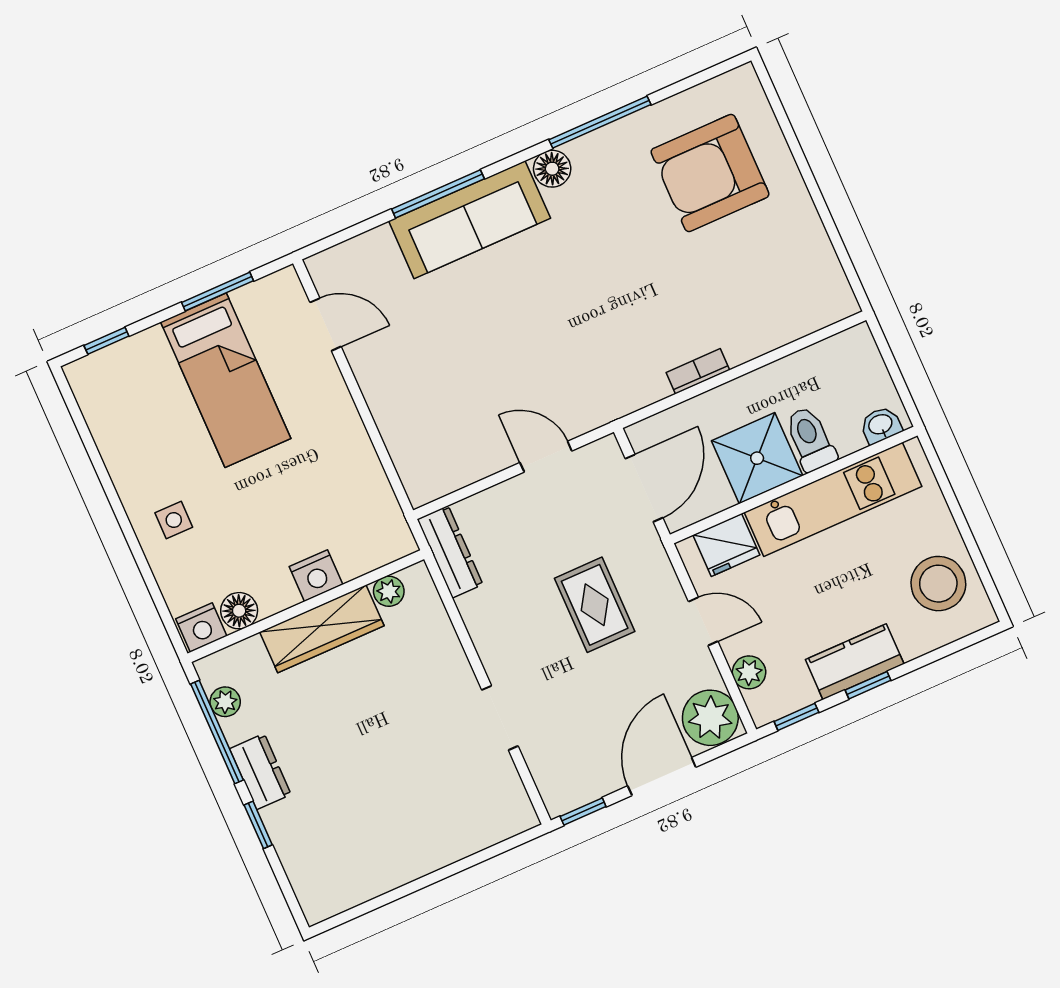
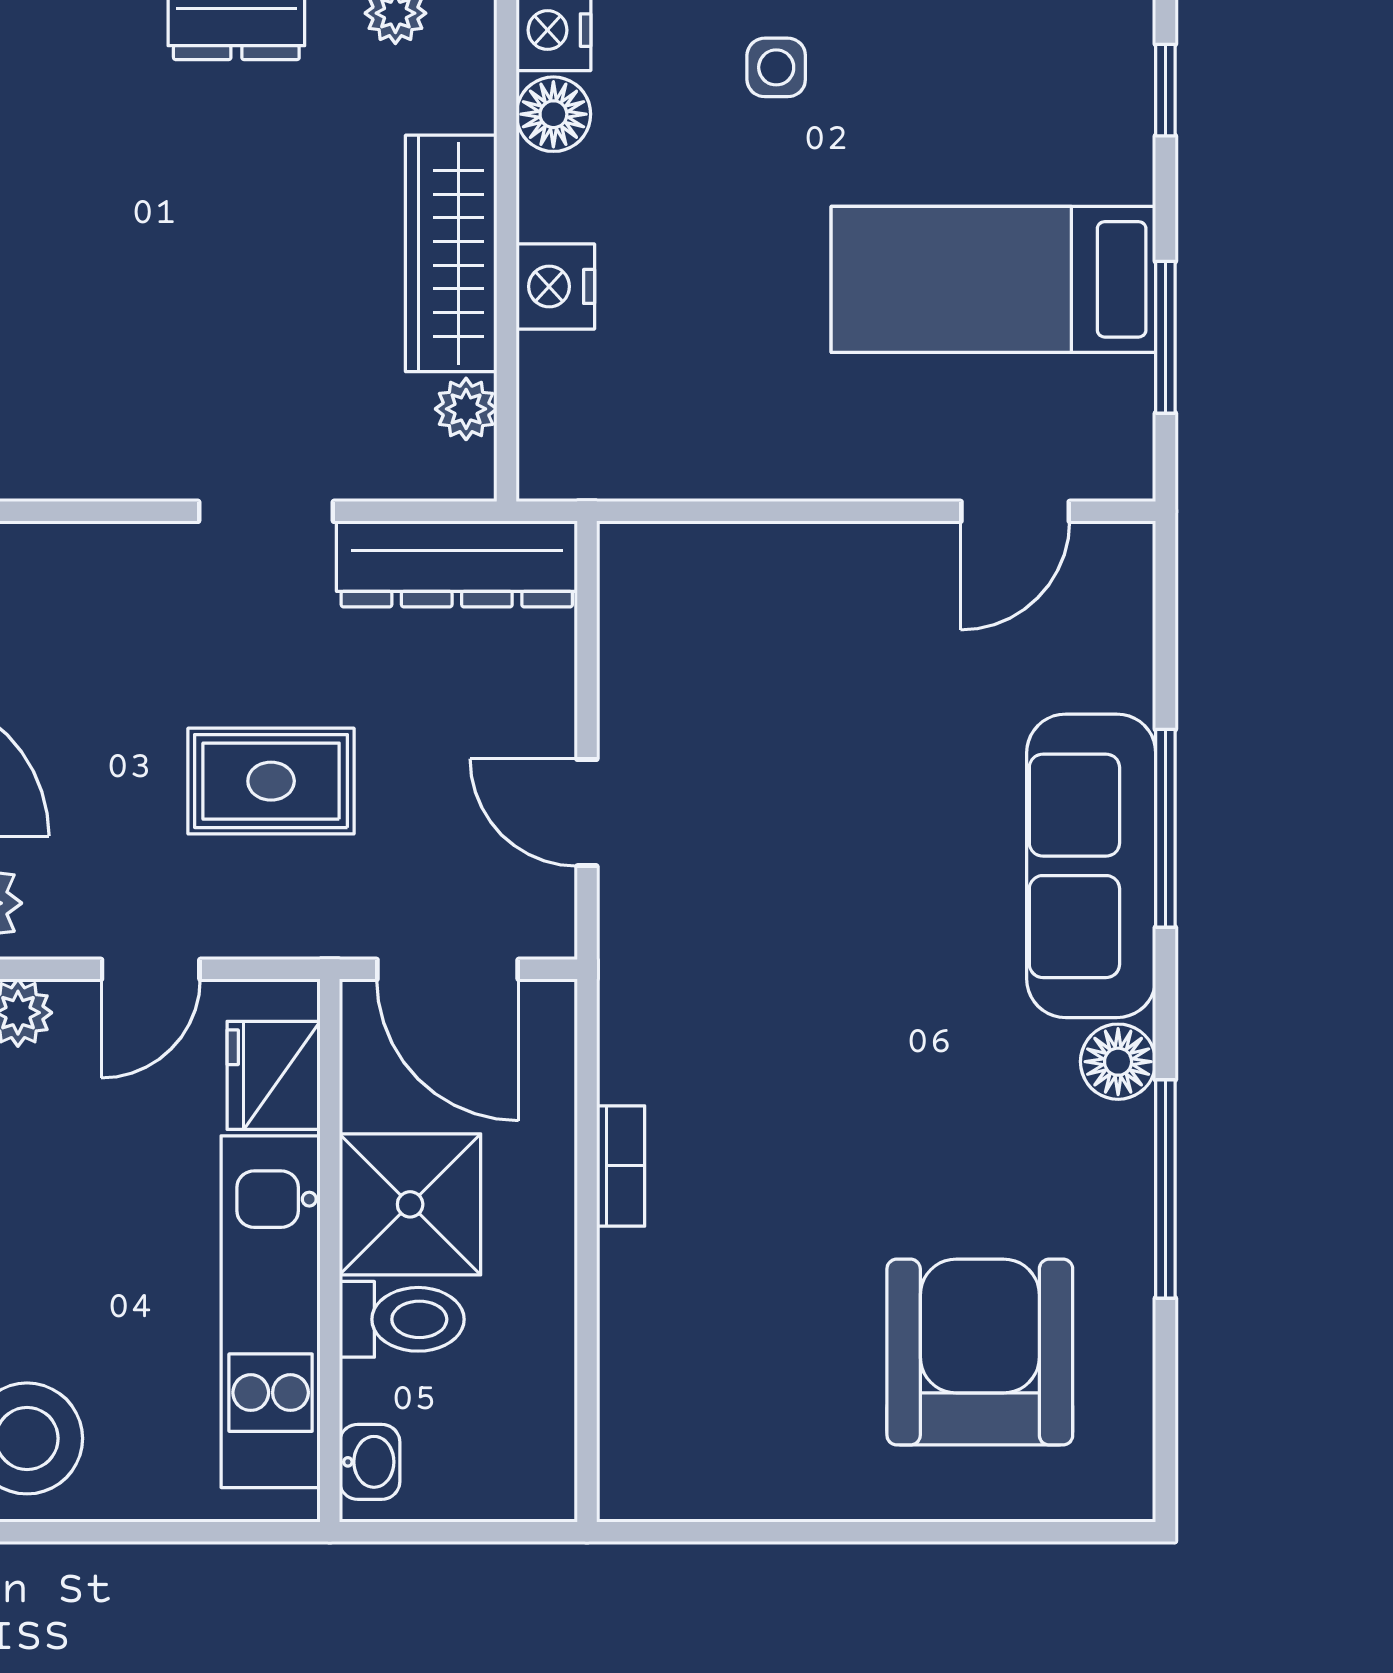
door: (546, 457) -> (587, 813), swing flipped
dresser: (450, 552) -> (457, 564), width x1.37, depth x1.24
doorway: (500, 718) -> (266, 511), moved

